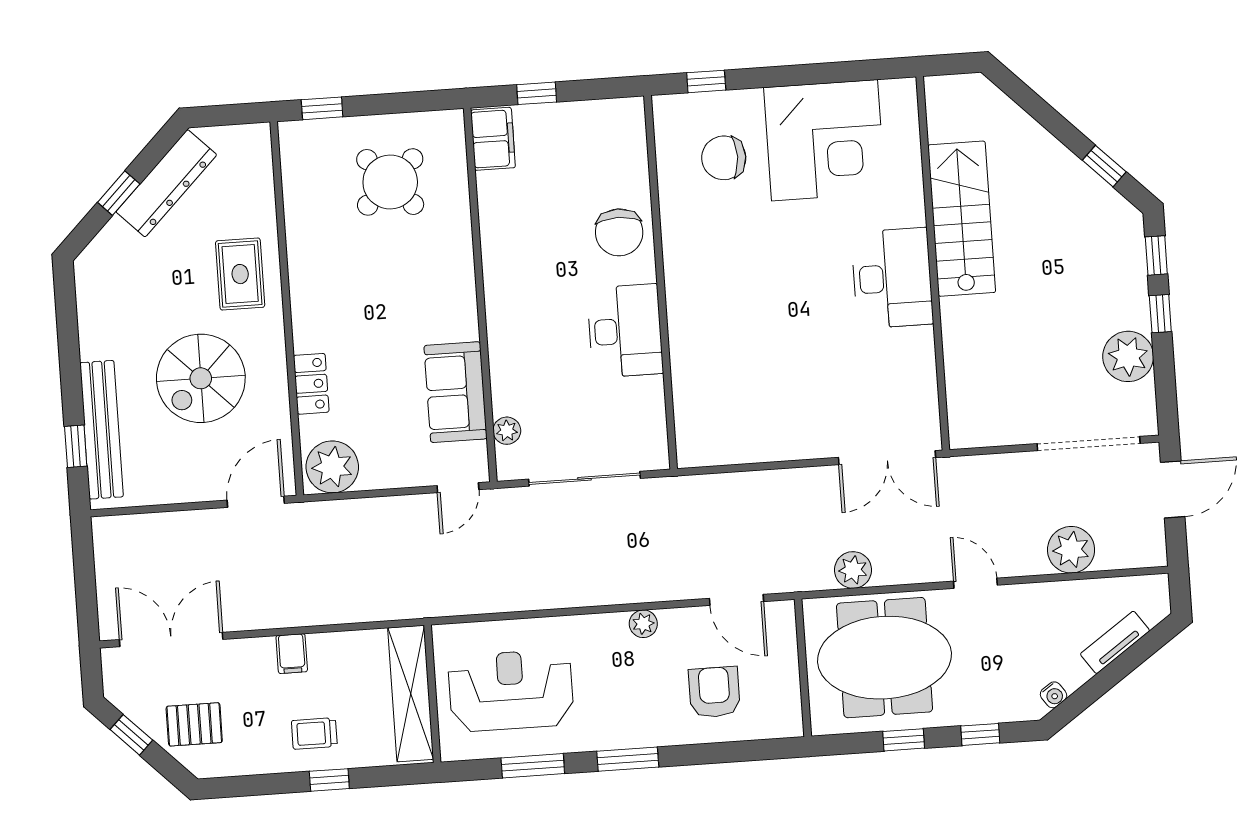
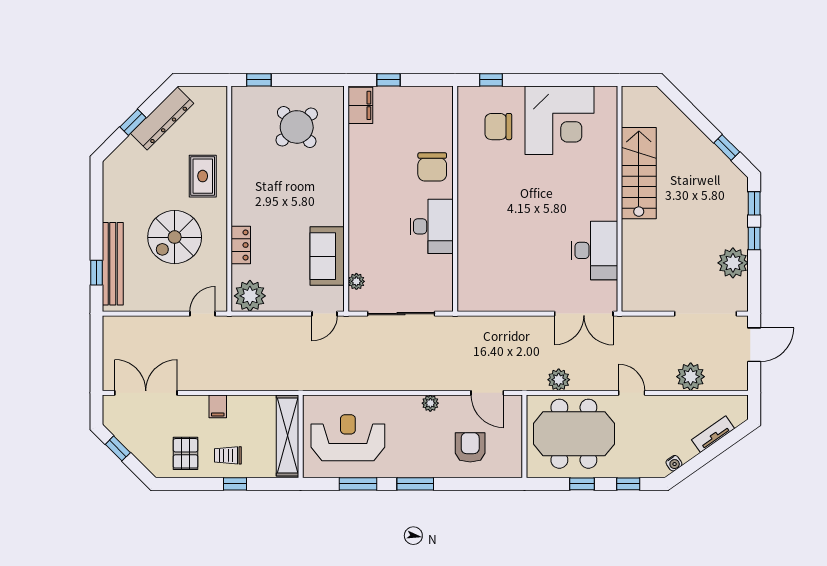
desk: (892, 278) -> (594, 250), moved
door: (256, 502) -> (202, 314), width x0.73
pallet: (194, 724) -> (186, 453), moved, turned 90

